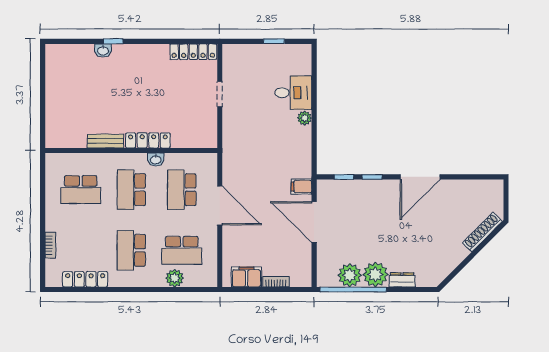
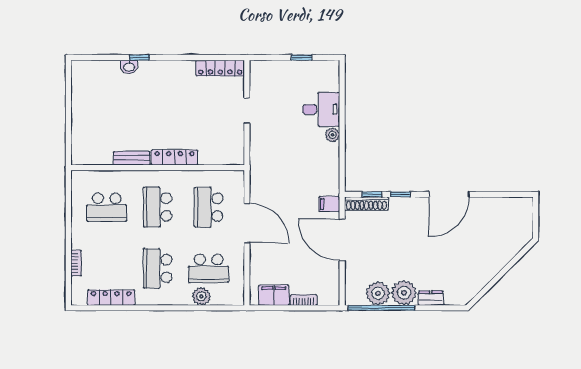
washbasin: (156, 160) -> (182, 177), removed
shoe rack: (482, 232) -> (366, 204), moved, turned -135

